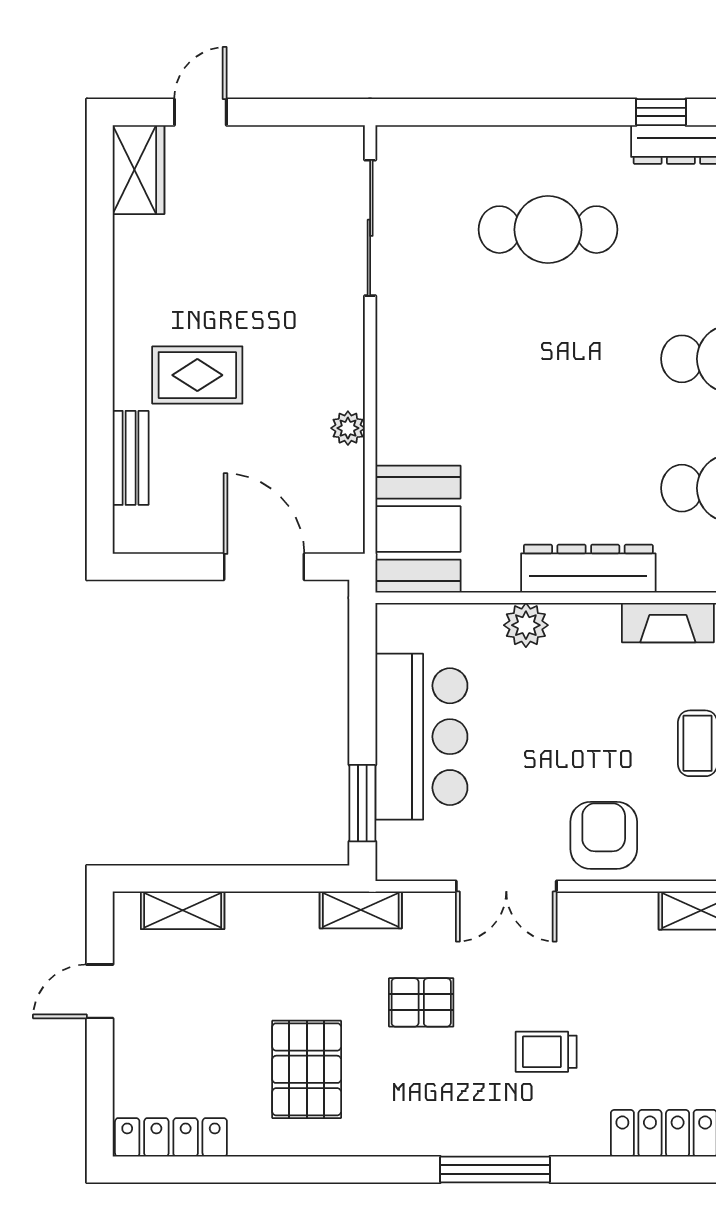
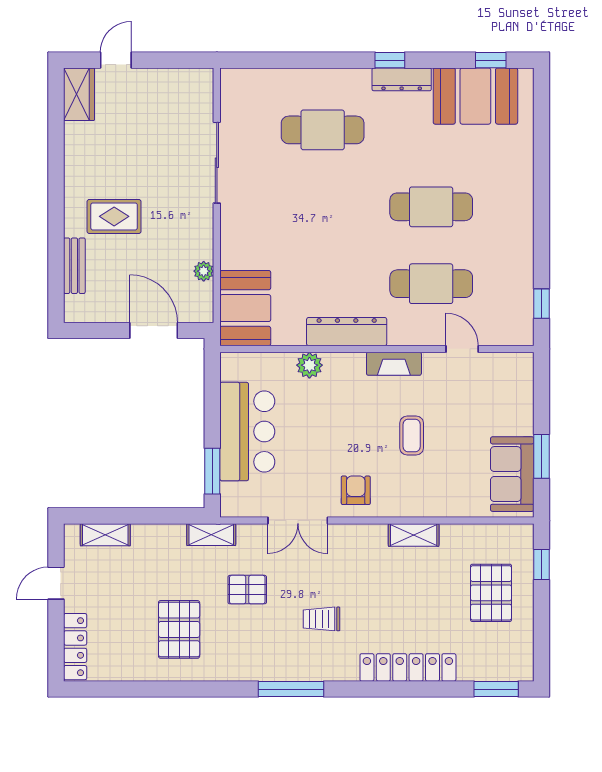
sliding door: (370, 228) -> (217, 163), moved
plant: (348, 428) -> (204, 271), moved
armchair: (604, 835) -> (356, 490), width x0.72, depth x0.72
locker: (171, 1137) -> (75, 647), moved, turned 90

